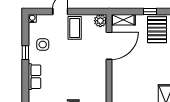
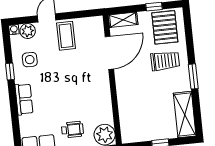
plant: (100, 21) -> (28, 31), moved
trolley: (154, 57) -> (165, 61), added

